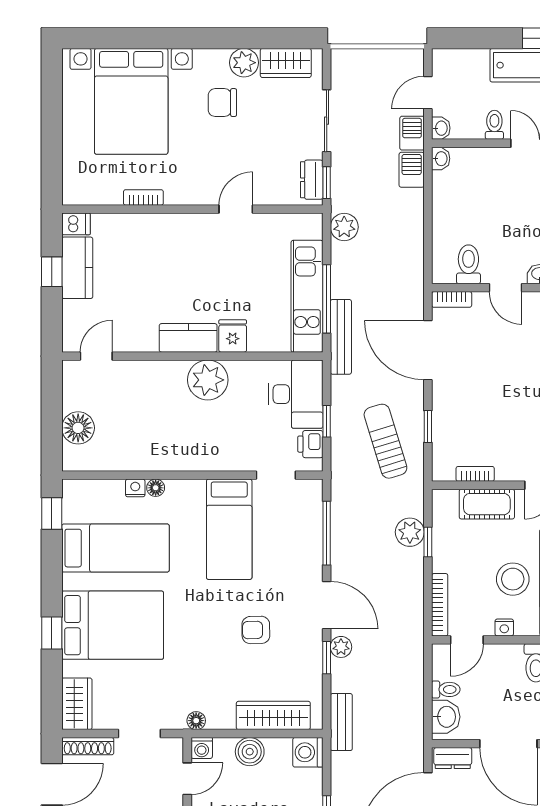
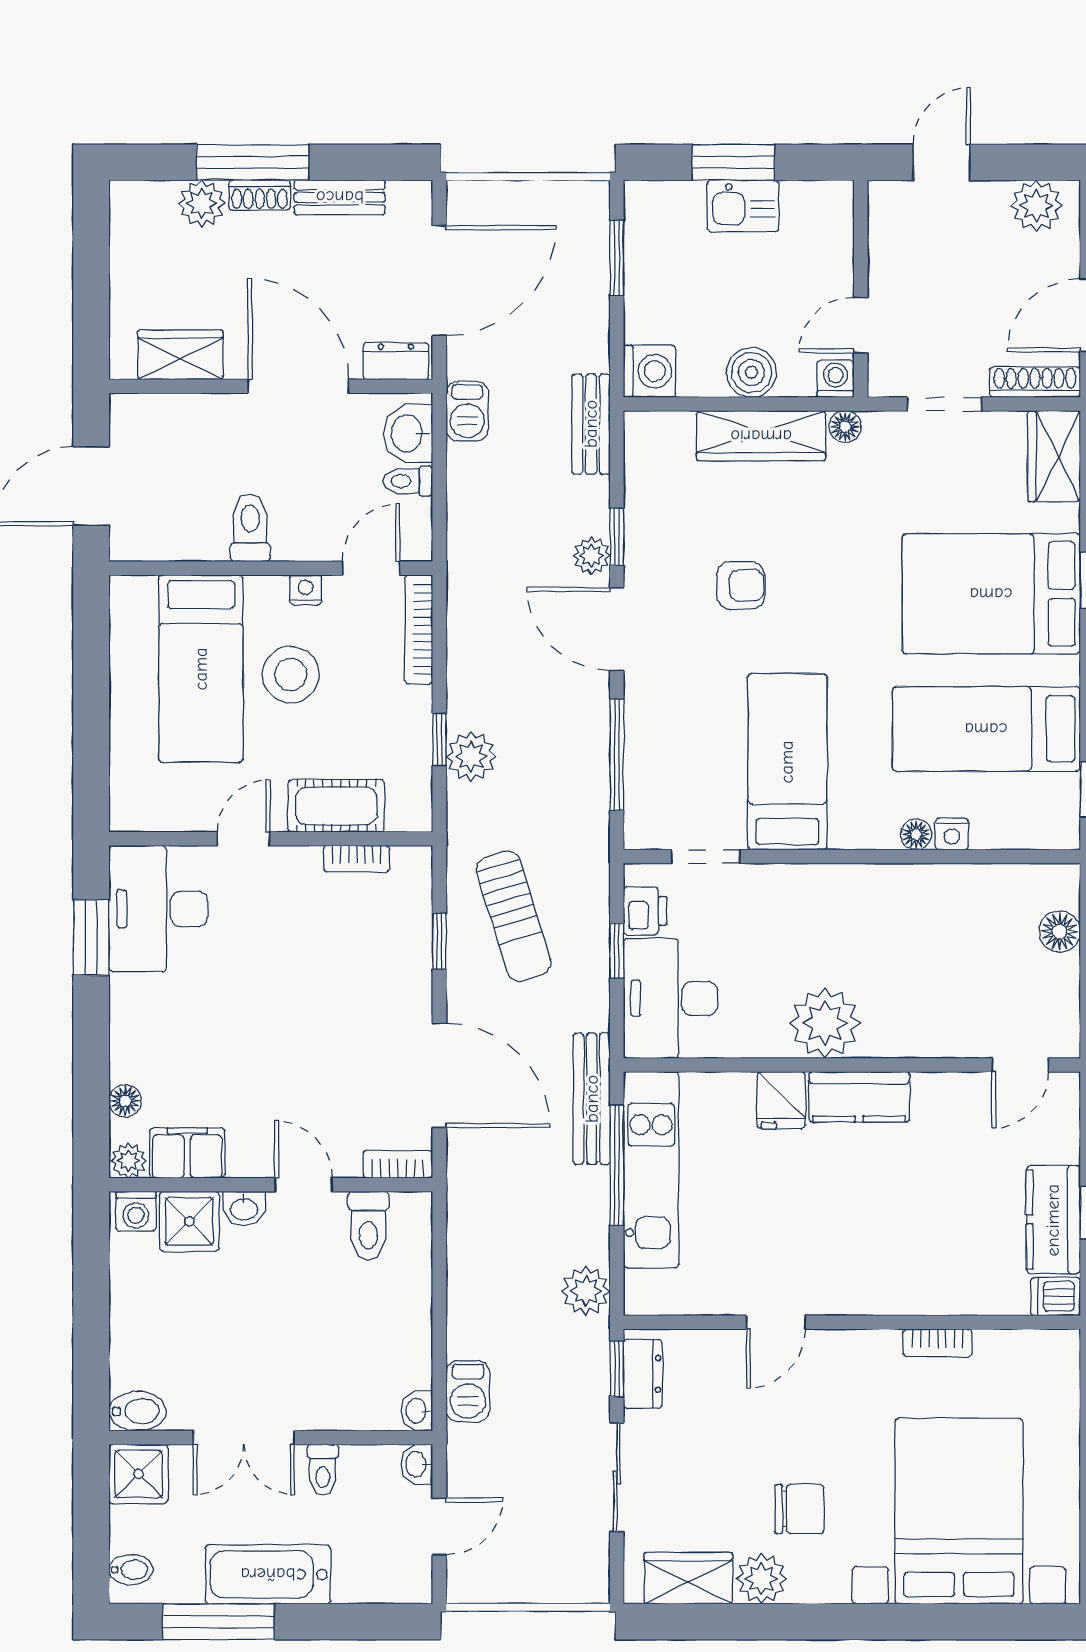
barbecue: (412, 133) -> (467, 411), moved
floor lamp: (78, 428) -> (1060, 932), width x0.73, depth x0.73
wardrobe: (273, 715) -> (761, 436), moved

